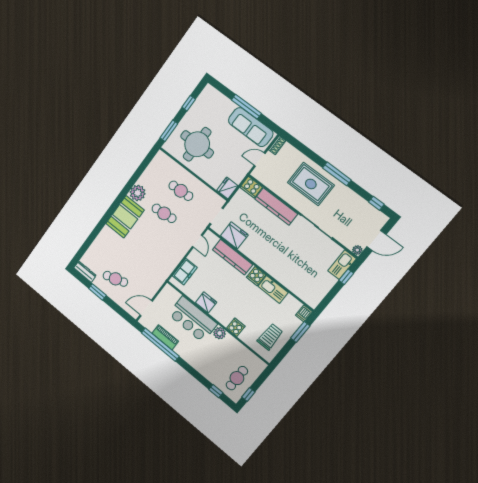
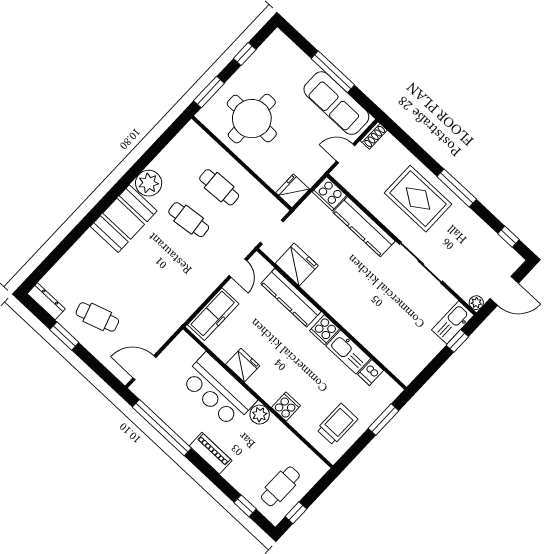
freezer: (185, 272) -> (213, 314), width x1.40
dishwasher: (304, 313) -> (371, 372), moved
piano: (165, 337) -> (211, 453), moved

